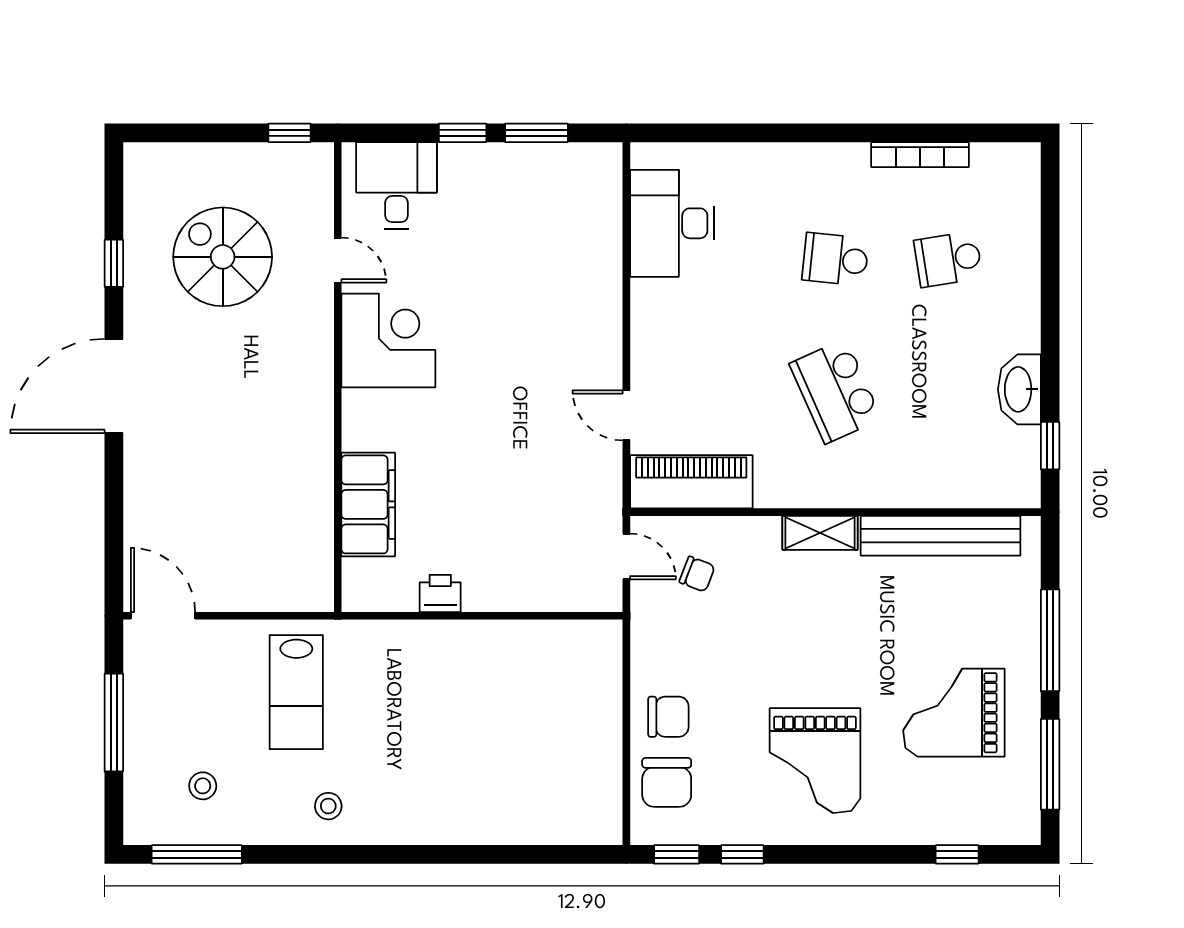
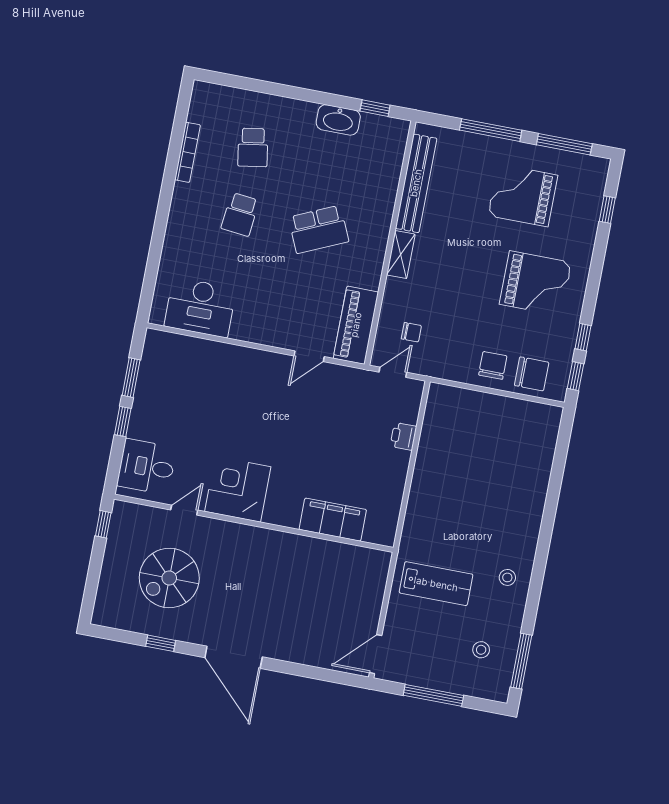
chair: (697, 574) -> (411, 332), turned 69
printer: (440, 593) -> (403, 436), moved
grand piano: (954, 713) -> (523, 195), turned 90

